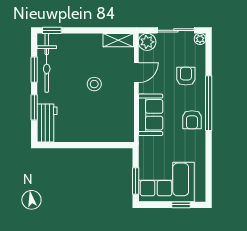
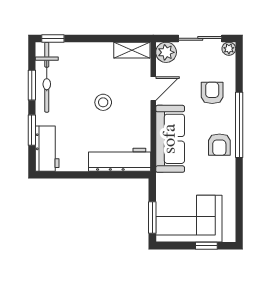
sofa: (151, 115) -> (170, 139), width x1.36
workbench: (108, 132) -> (120, 160), added

